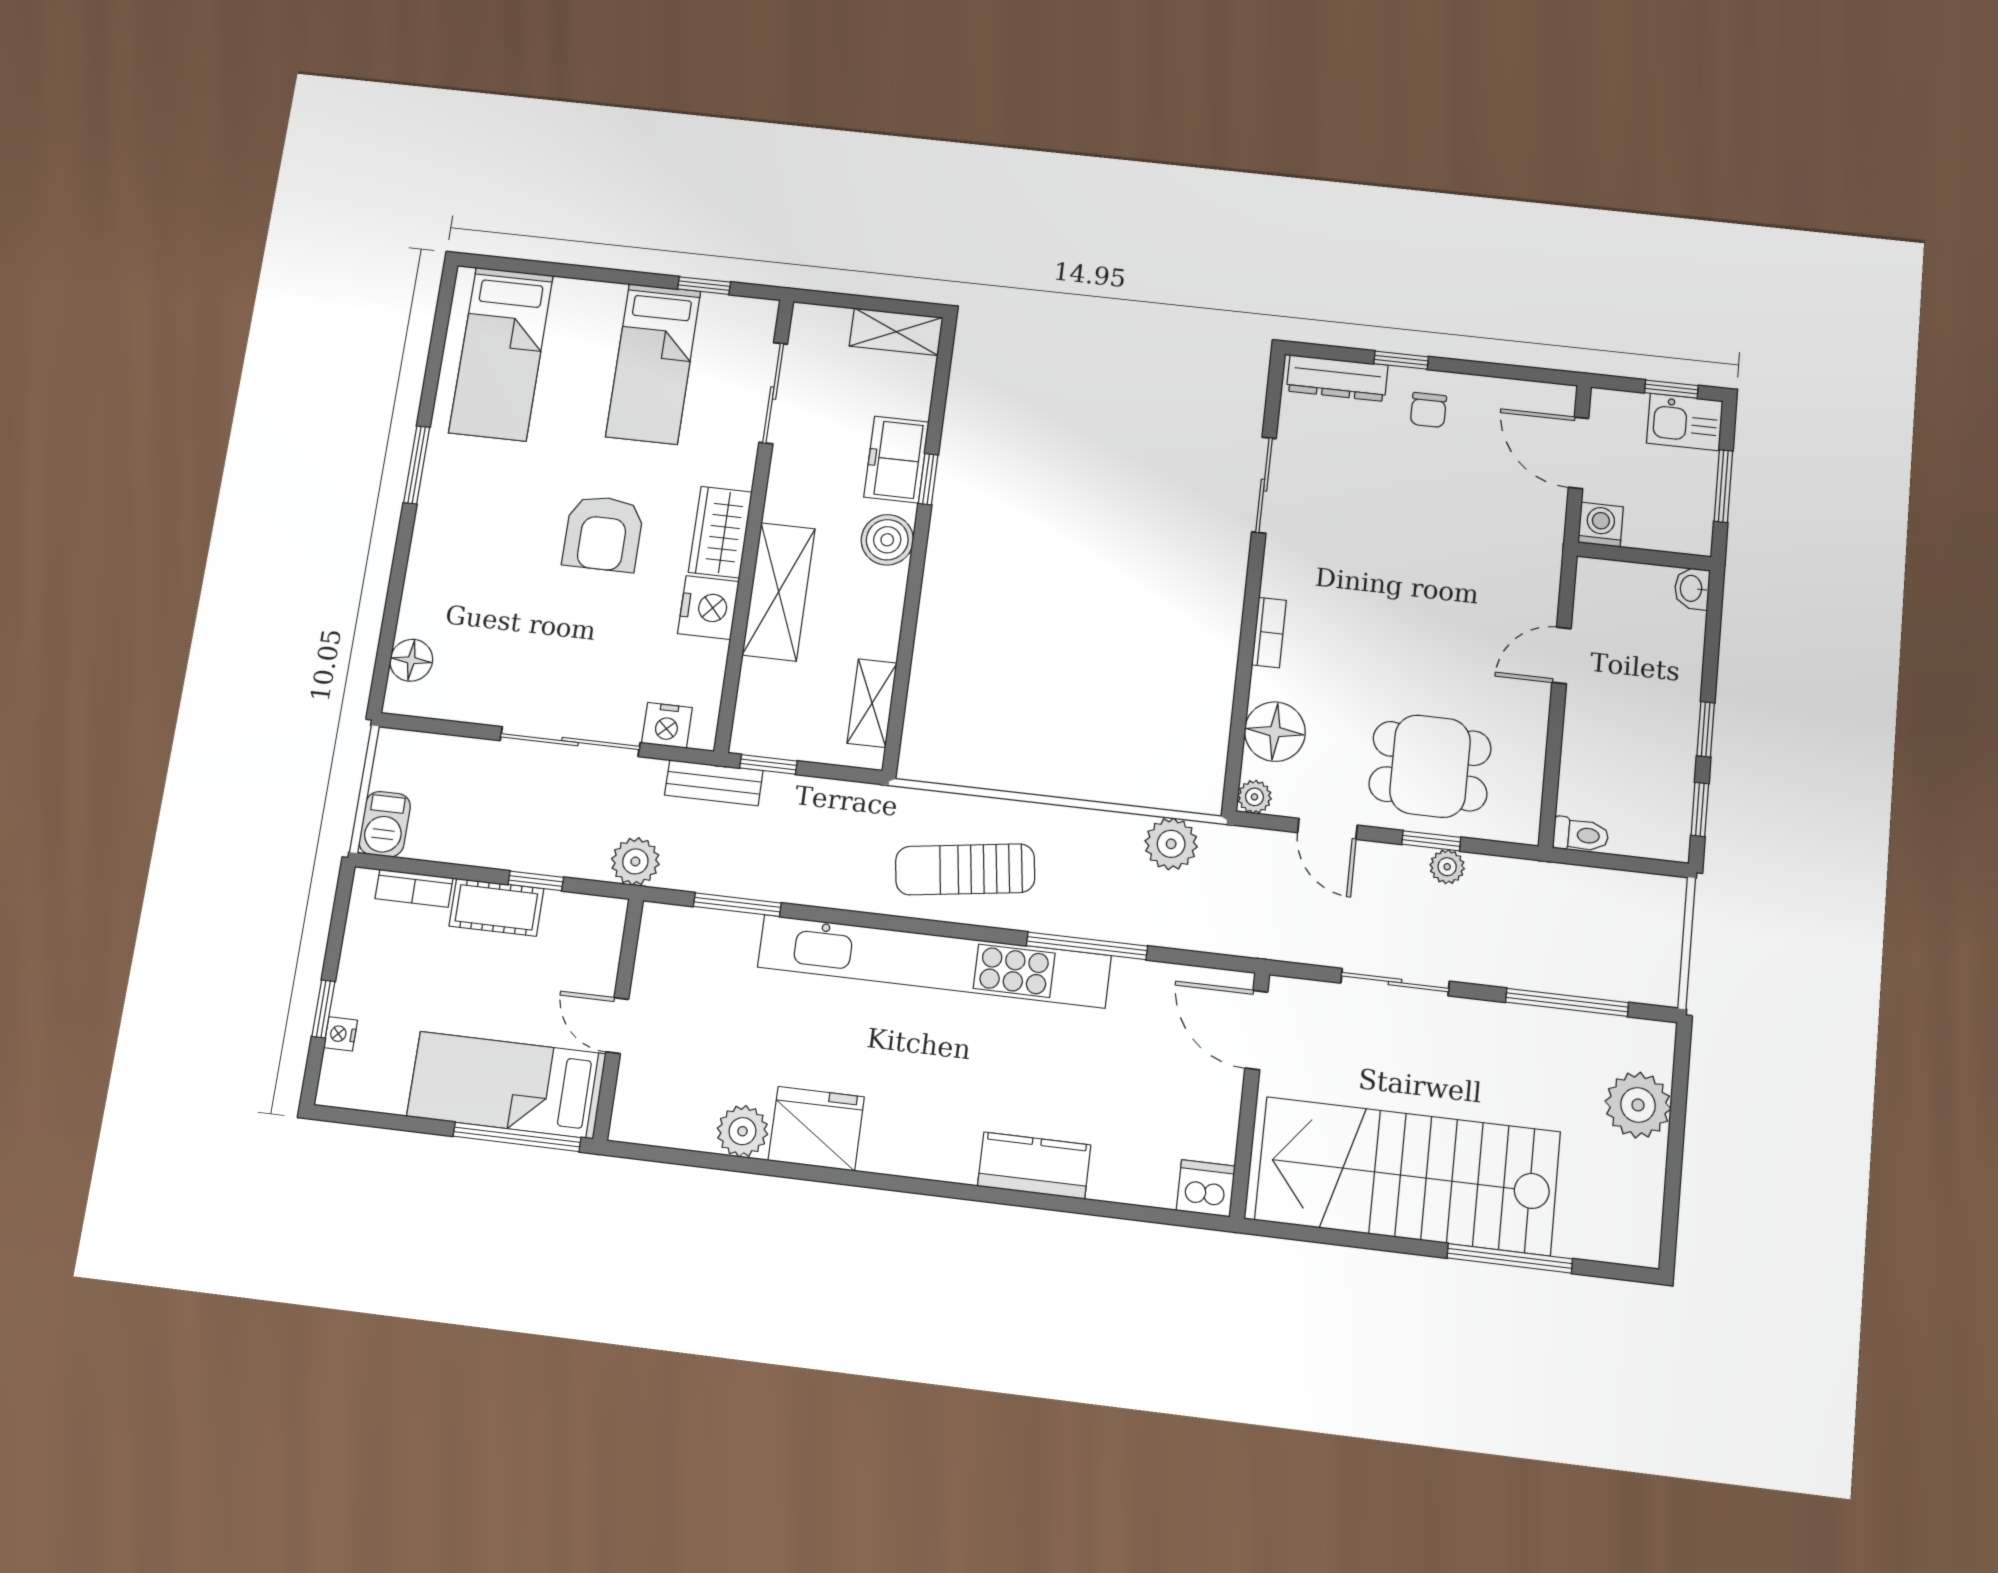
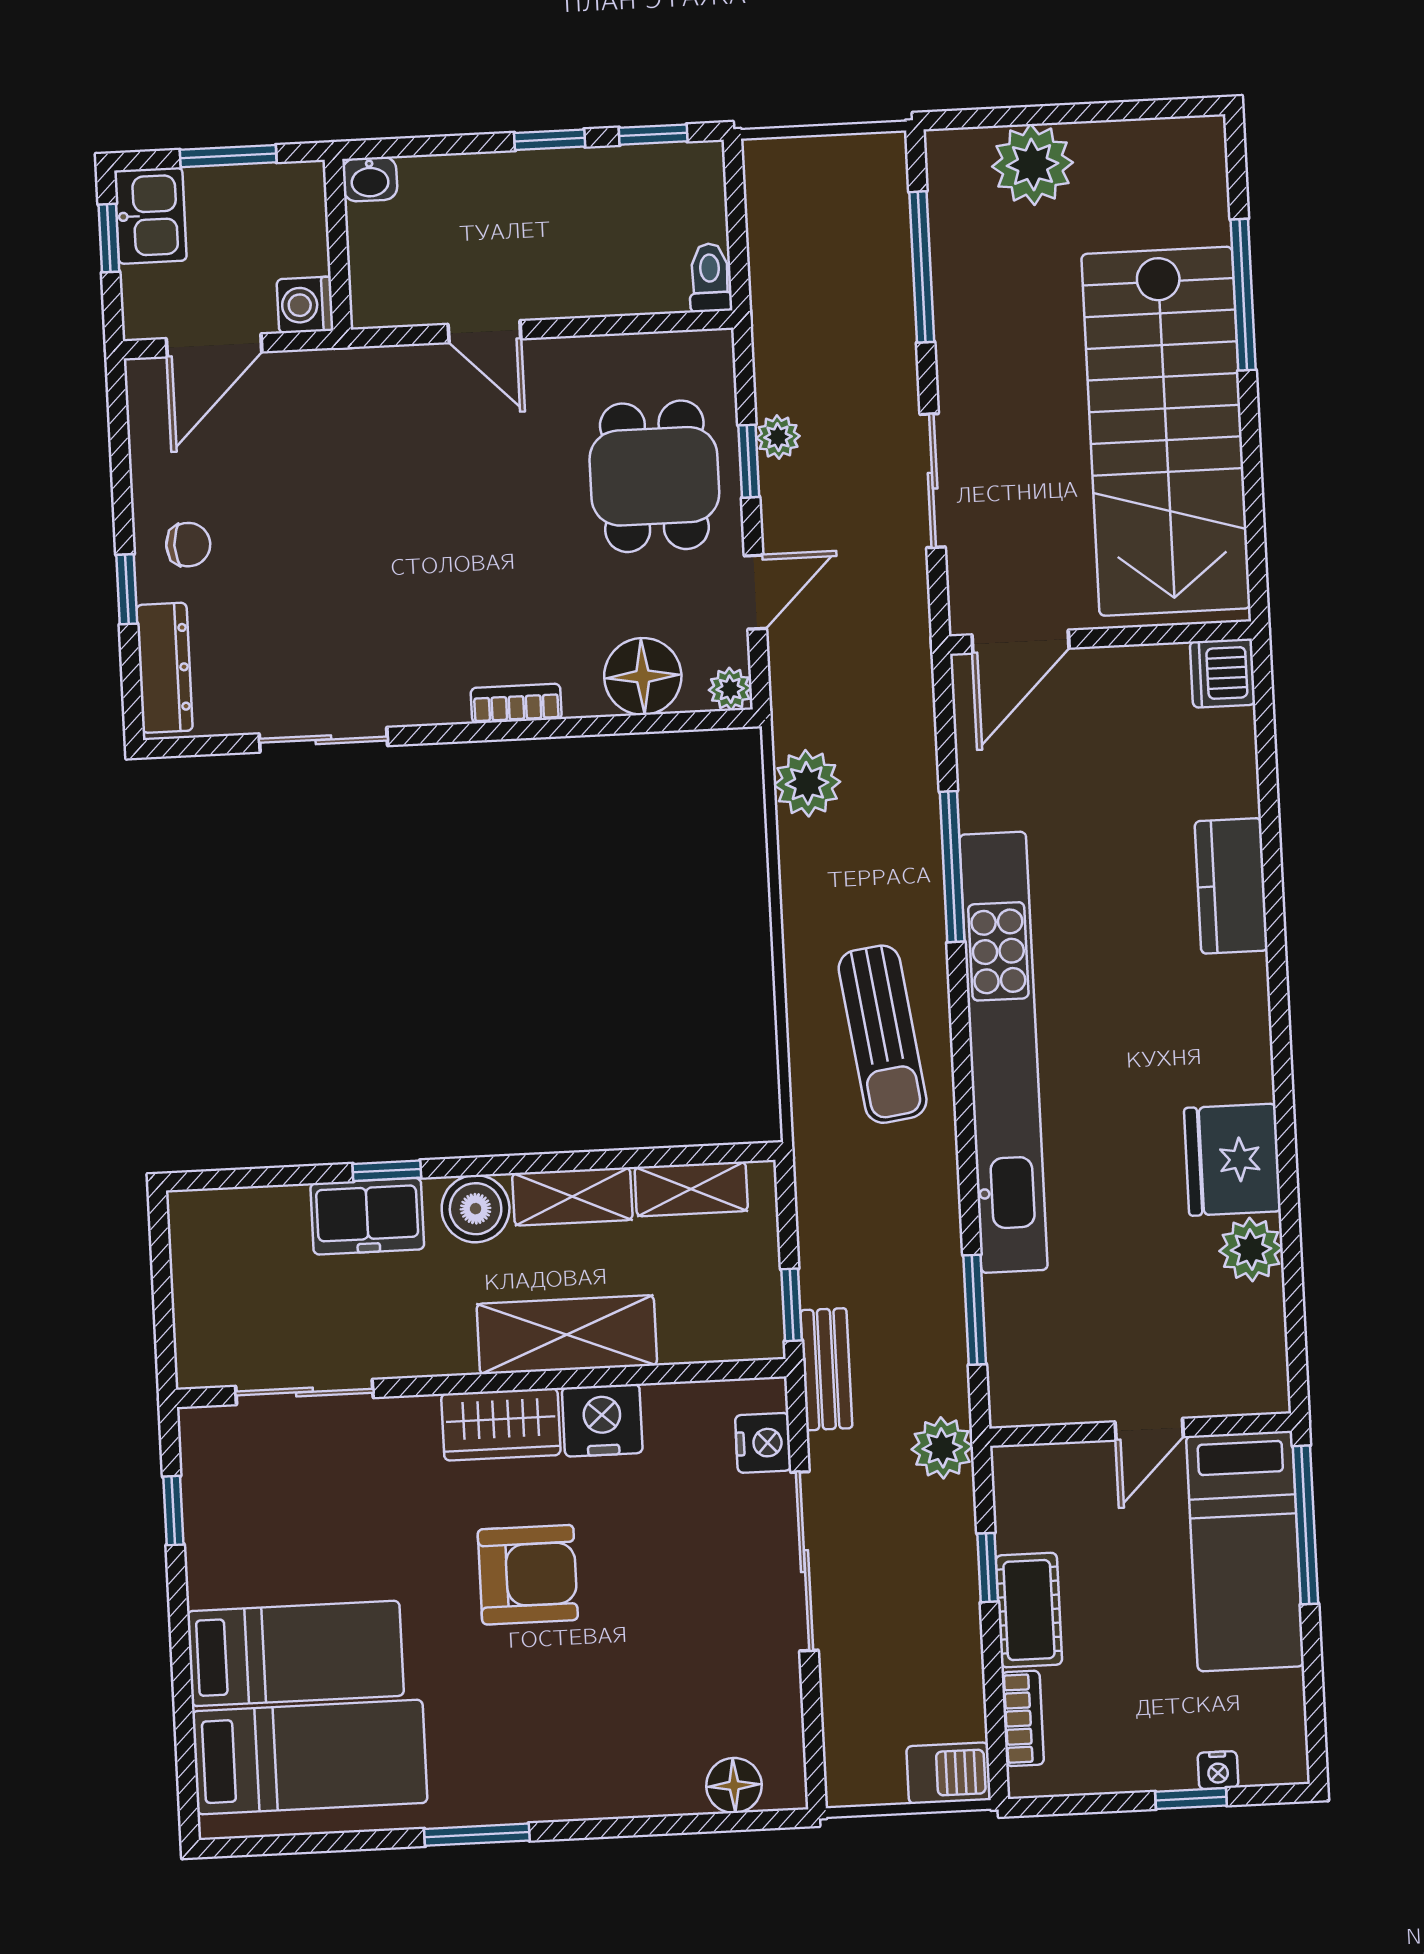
shelving: (896, 332) -> (572, 1196), moved, turned 90
bed: (653, 364) -> (296, 1653), moved

